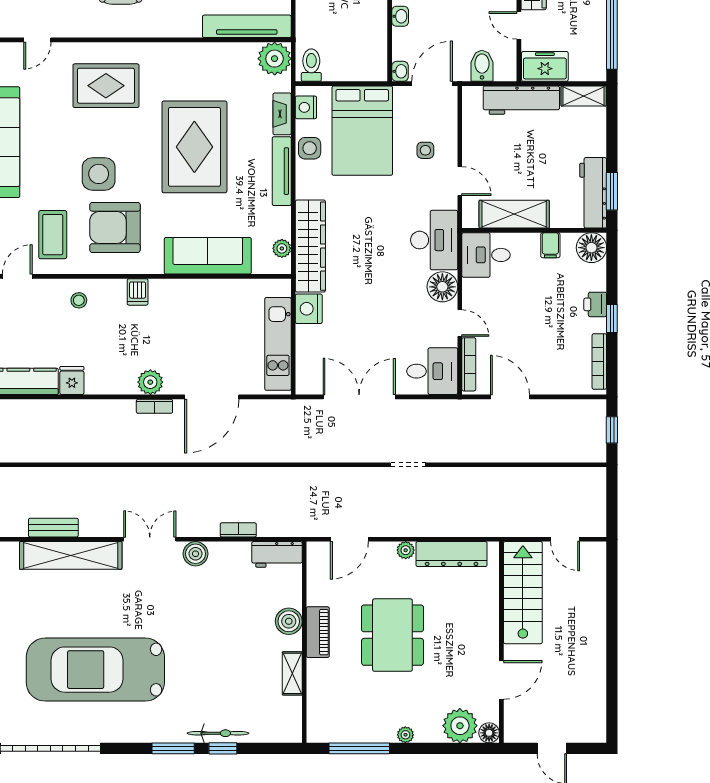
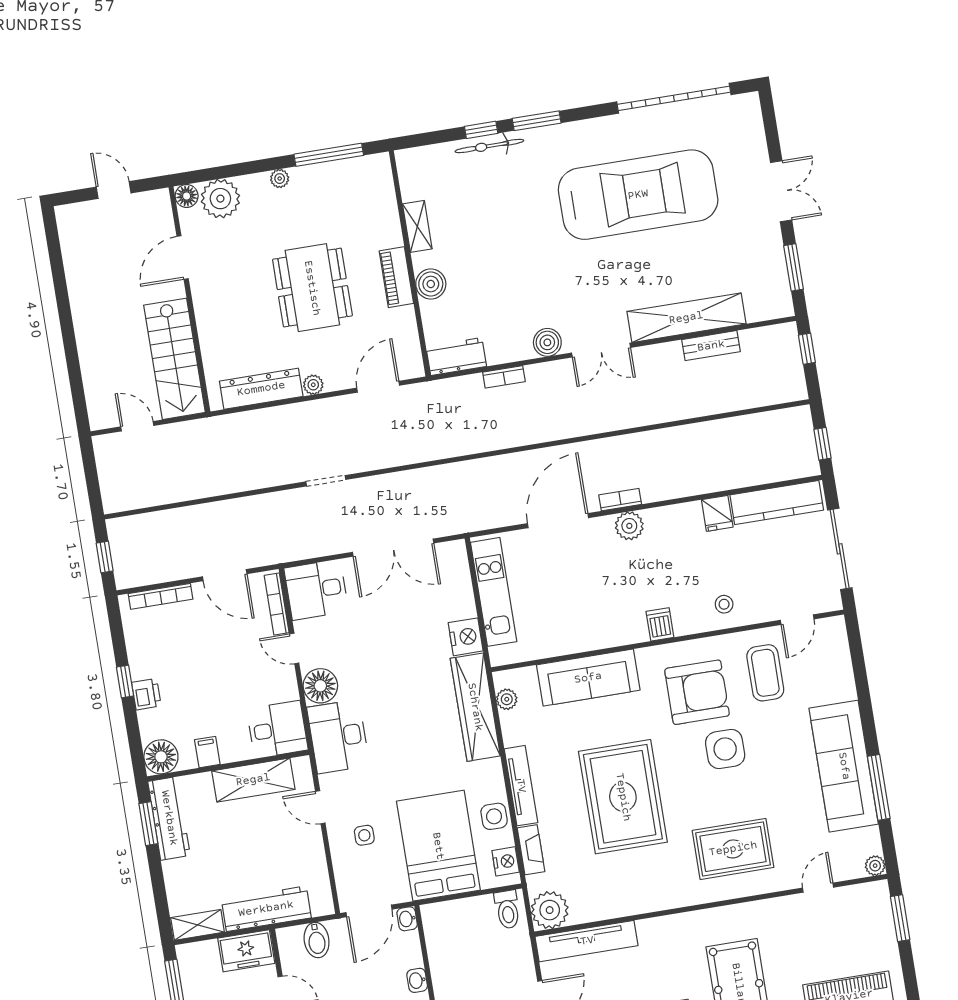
bookcase: (599, 361) -> (161, 596), moved, turned 90

